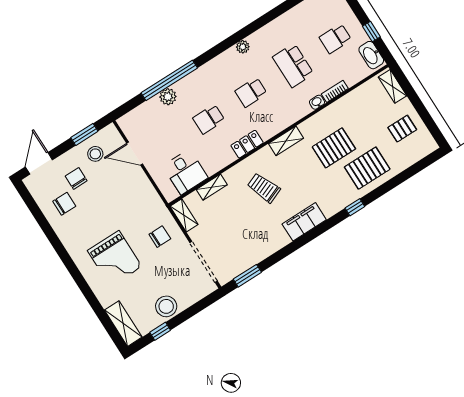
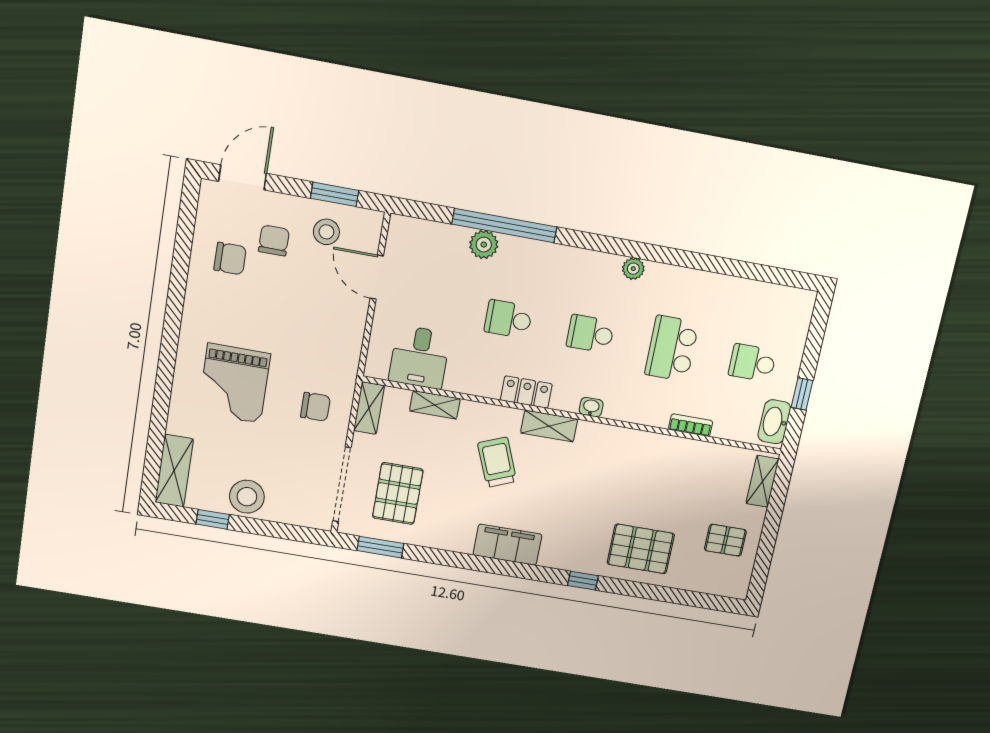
washbasin: (317, 102) -> (591, 407), moved
shelving: (286, 141) -> (549, 426), moved
pallet: (334, 148) -> (398, 494), moved, turned 90

